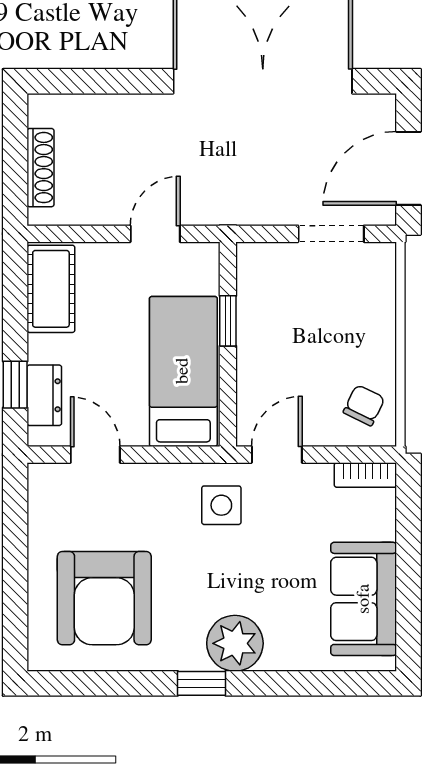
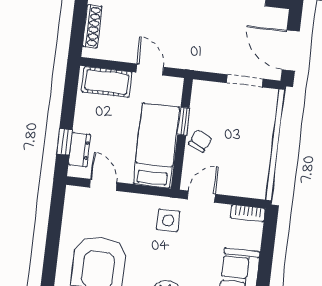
door: (408, 168) -> (291, 51), hinge flipped
door: (155, 234) -> (150, 70), hinge flipped
cot: (51, 289) -> (107, 82), moved, turned 90
chair: (364, 405) -> (200, 141), moved

